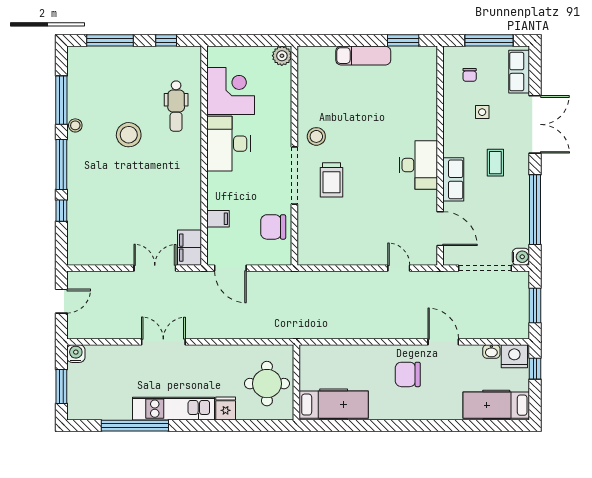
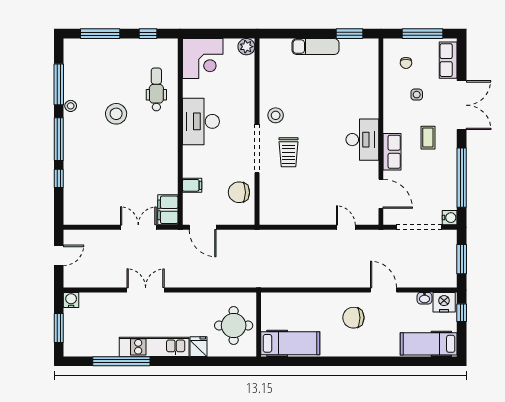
corner desk: (231, 91) -> (203, 58), moved, turned 90
dental chair: (176, 106) -> (156, 89), turned 180

